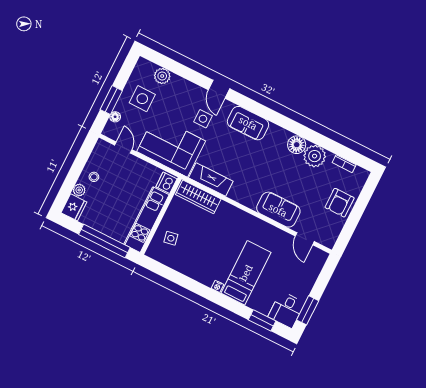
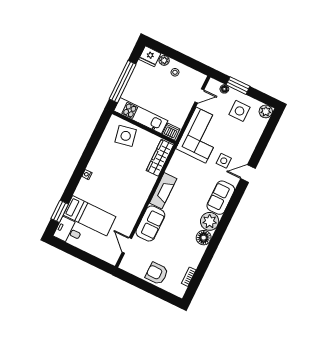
plant: (162, 76) -> (266, 111), moved
plant: (315, 156) -> (210, 221), moved
fireplace: (211, 180) -> (163, 191), moved
side table: (171, 238) -> (126, 136), width x1.87, depth x1.87
door: (305, 239) -> (127, 245), hinge flipped
bed: (246, 273) -> (90, 216), moved
window: (308, 310) -> (68, 249), removed

